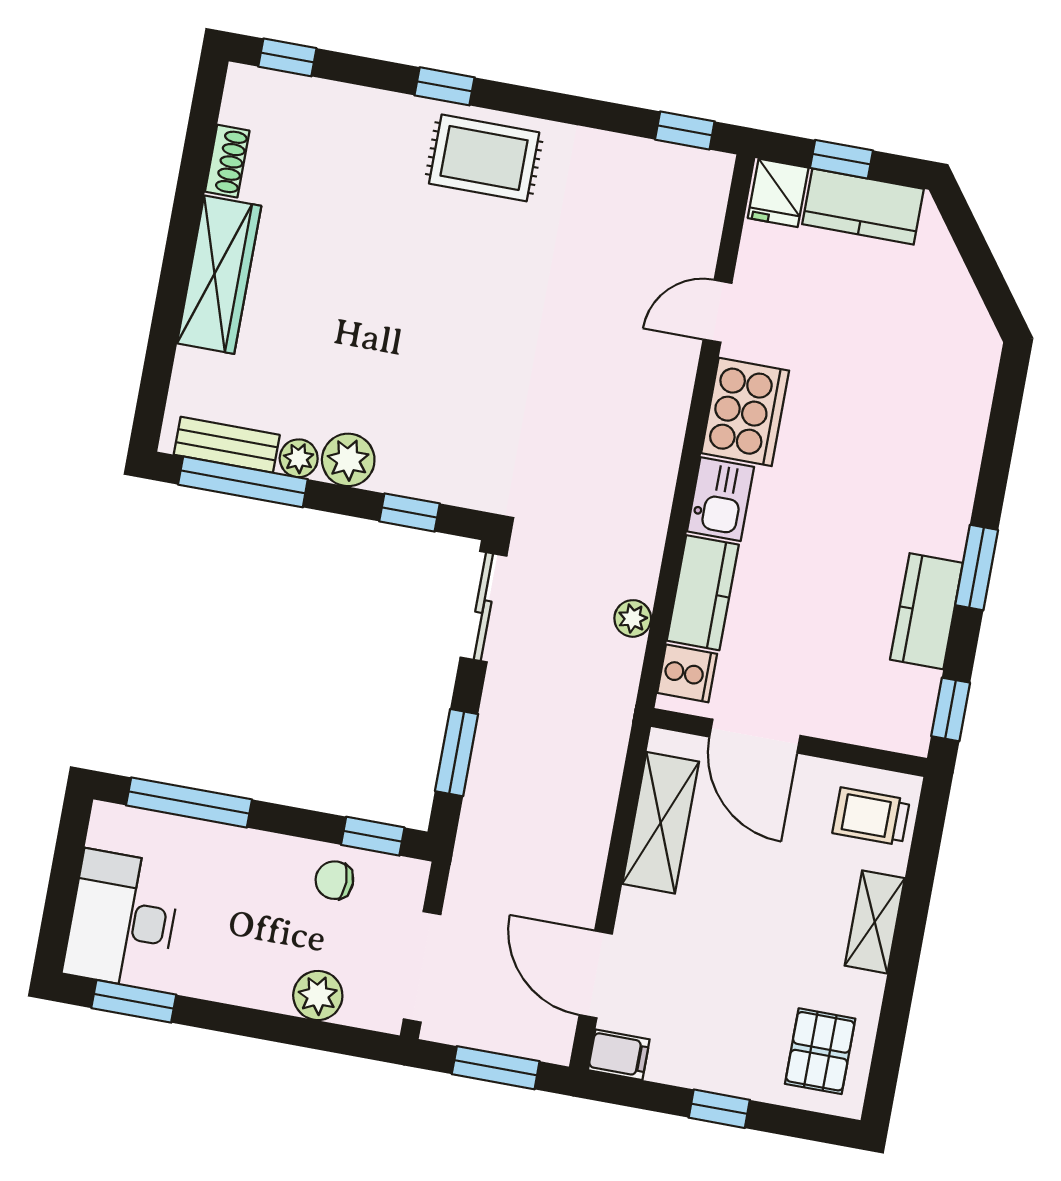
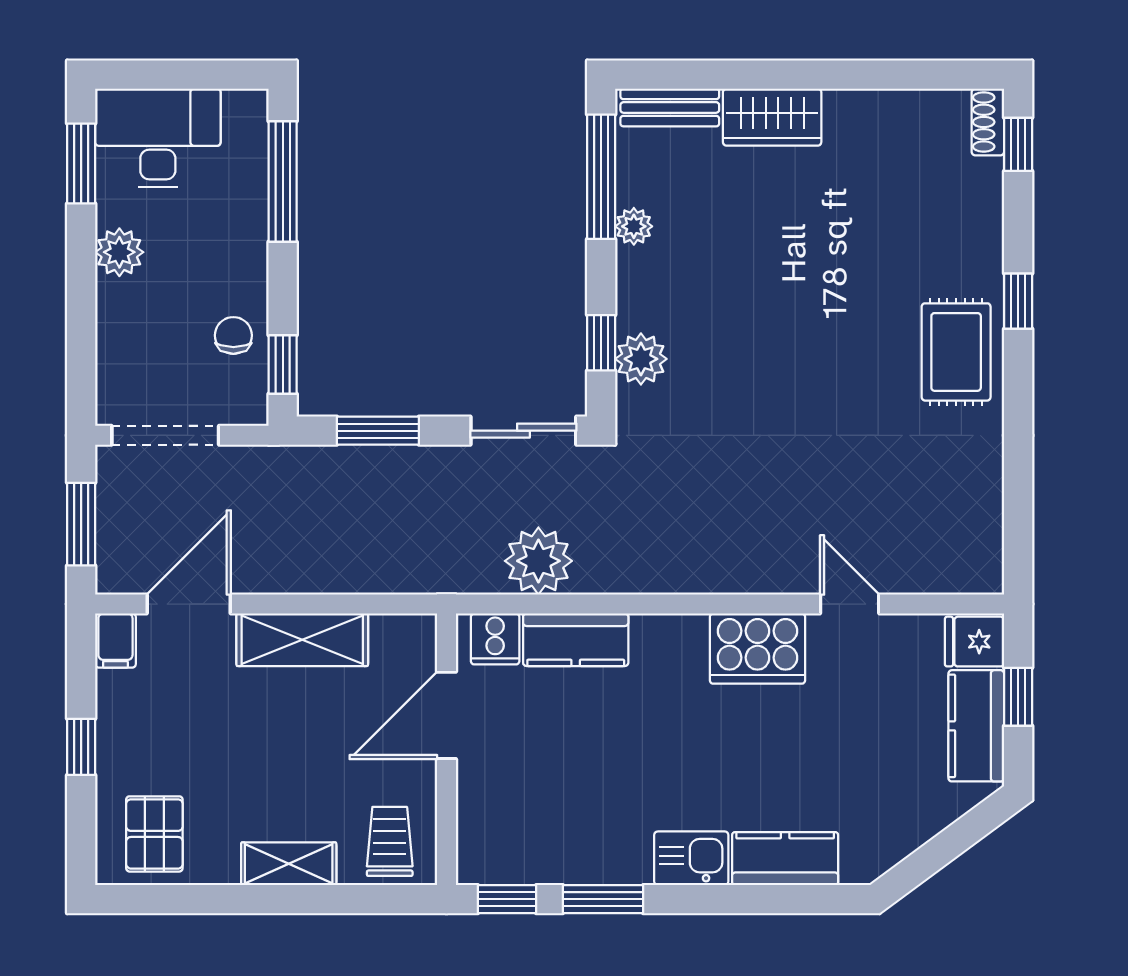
window: (685, 130) -> (1018, 541), removed
shoe rack: (227, 161) -> (988, 122), moved, turned 90
wardrobe: (219, 275) -> (772, 117), width x0.67
bench: (227, 445) -> (670, 107), moved, turned 90
plant: (348, 460) -> (641, 359), moved
kitchen sink: (721, 499) -> (691, 858), moved, turned 180
window: (977, 568) -> (603, 899), moved
kitchen counter: (926, 611) -> (785, 859), moved
plant: (633, 618) -> (538, 561), width x1.88, depth x1.88
shelving: (661, 823) -> (302, 640), moved
plant: (318, 995) -> (119, 252), moved
pallet: (820, 1051) -> (154, 834), turned 90

